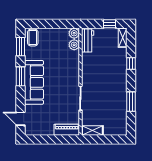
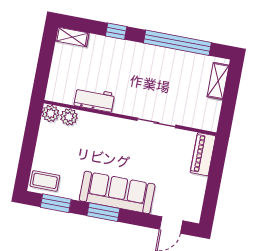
window: (110, 24) -> (46, 54), removed
workbench: (88, 40) -> (94, 99), moved
window: (131, 102) -> (177, 43), width x2.11
shelving: (92, 131) -> (218, 81), moved

